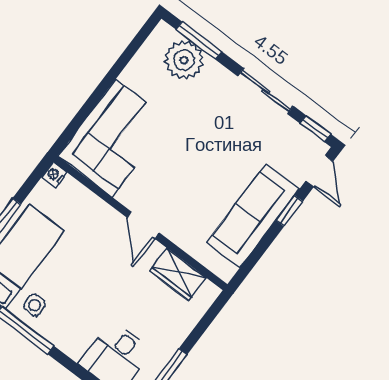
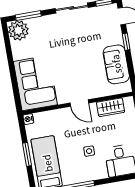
plant: (184, 60) -> (18, 30), moved
sofa: (253, 216) -> (116, 64), width x0.73
side table: (34, 305) -> (89, 151), moved

